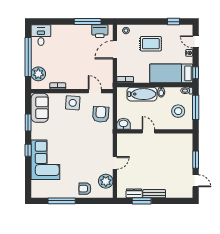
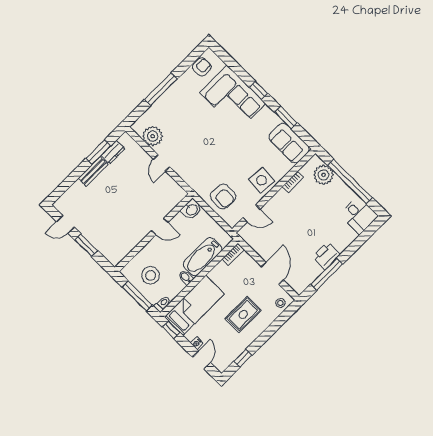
printer: (100, 31) -> (326, 256), moved
door: (196, 42) -> (201, 360), hinge flipped
armchair: (85, 189) -> (202, 67), moved
window: (62, 201) -> (161, 89), moved

